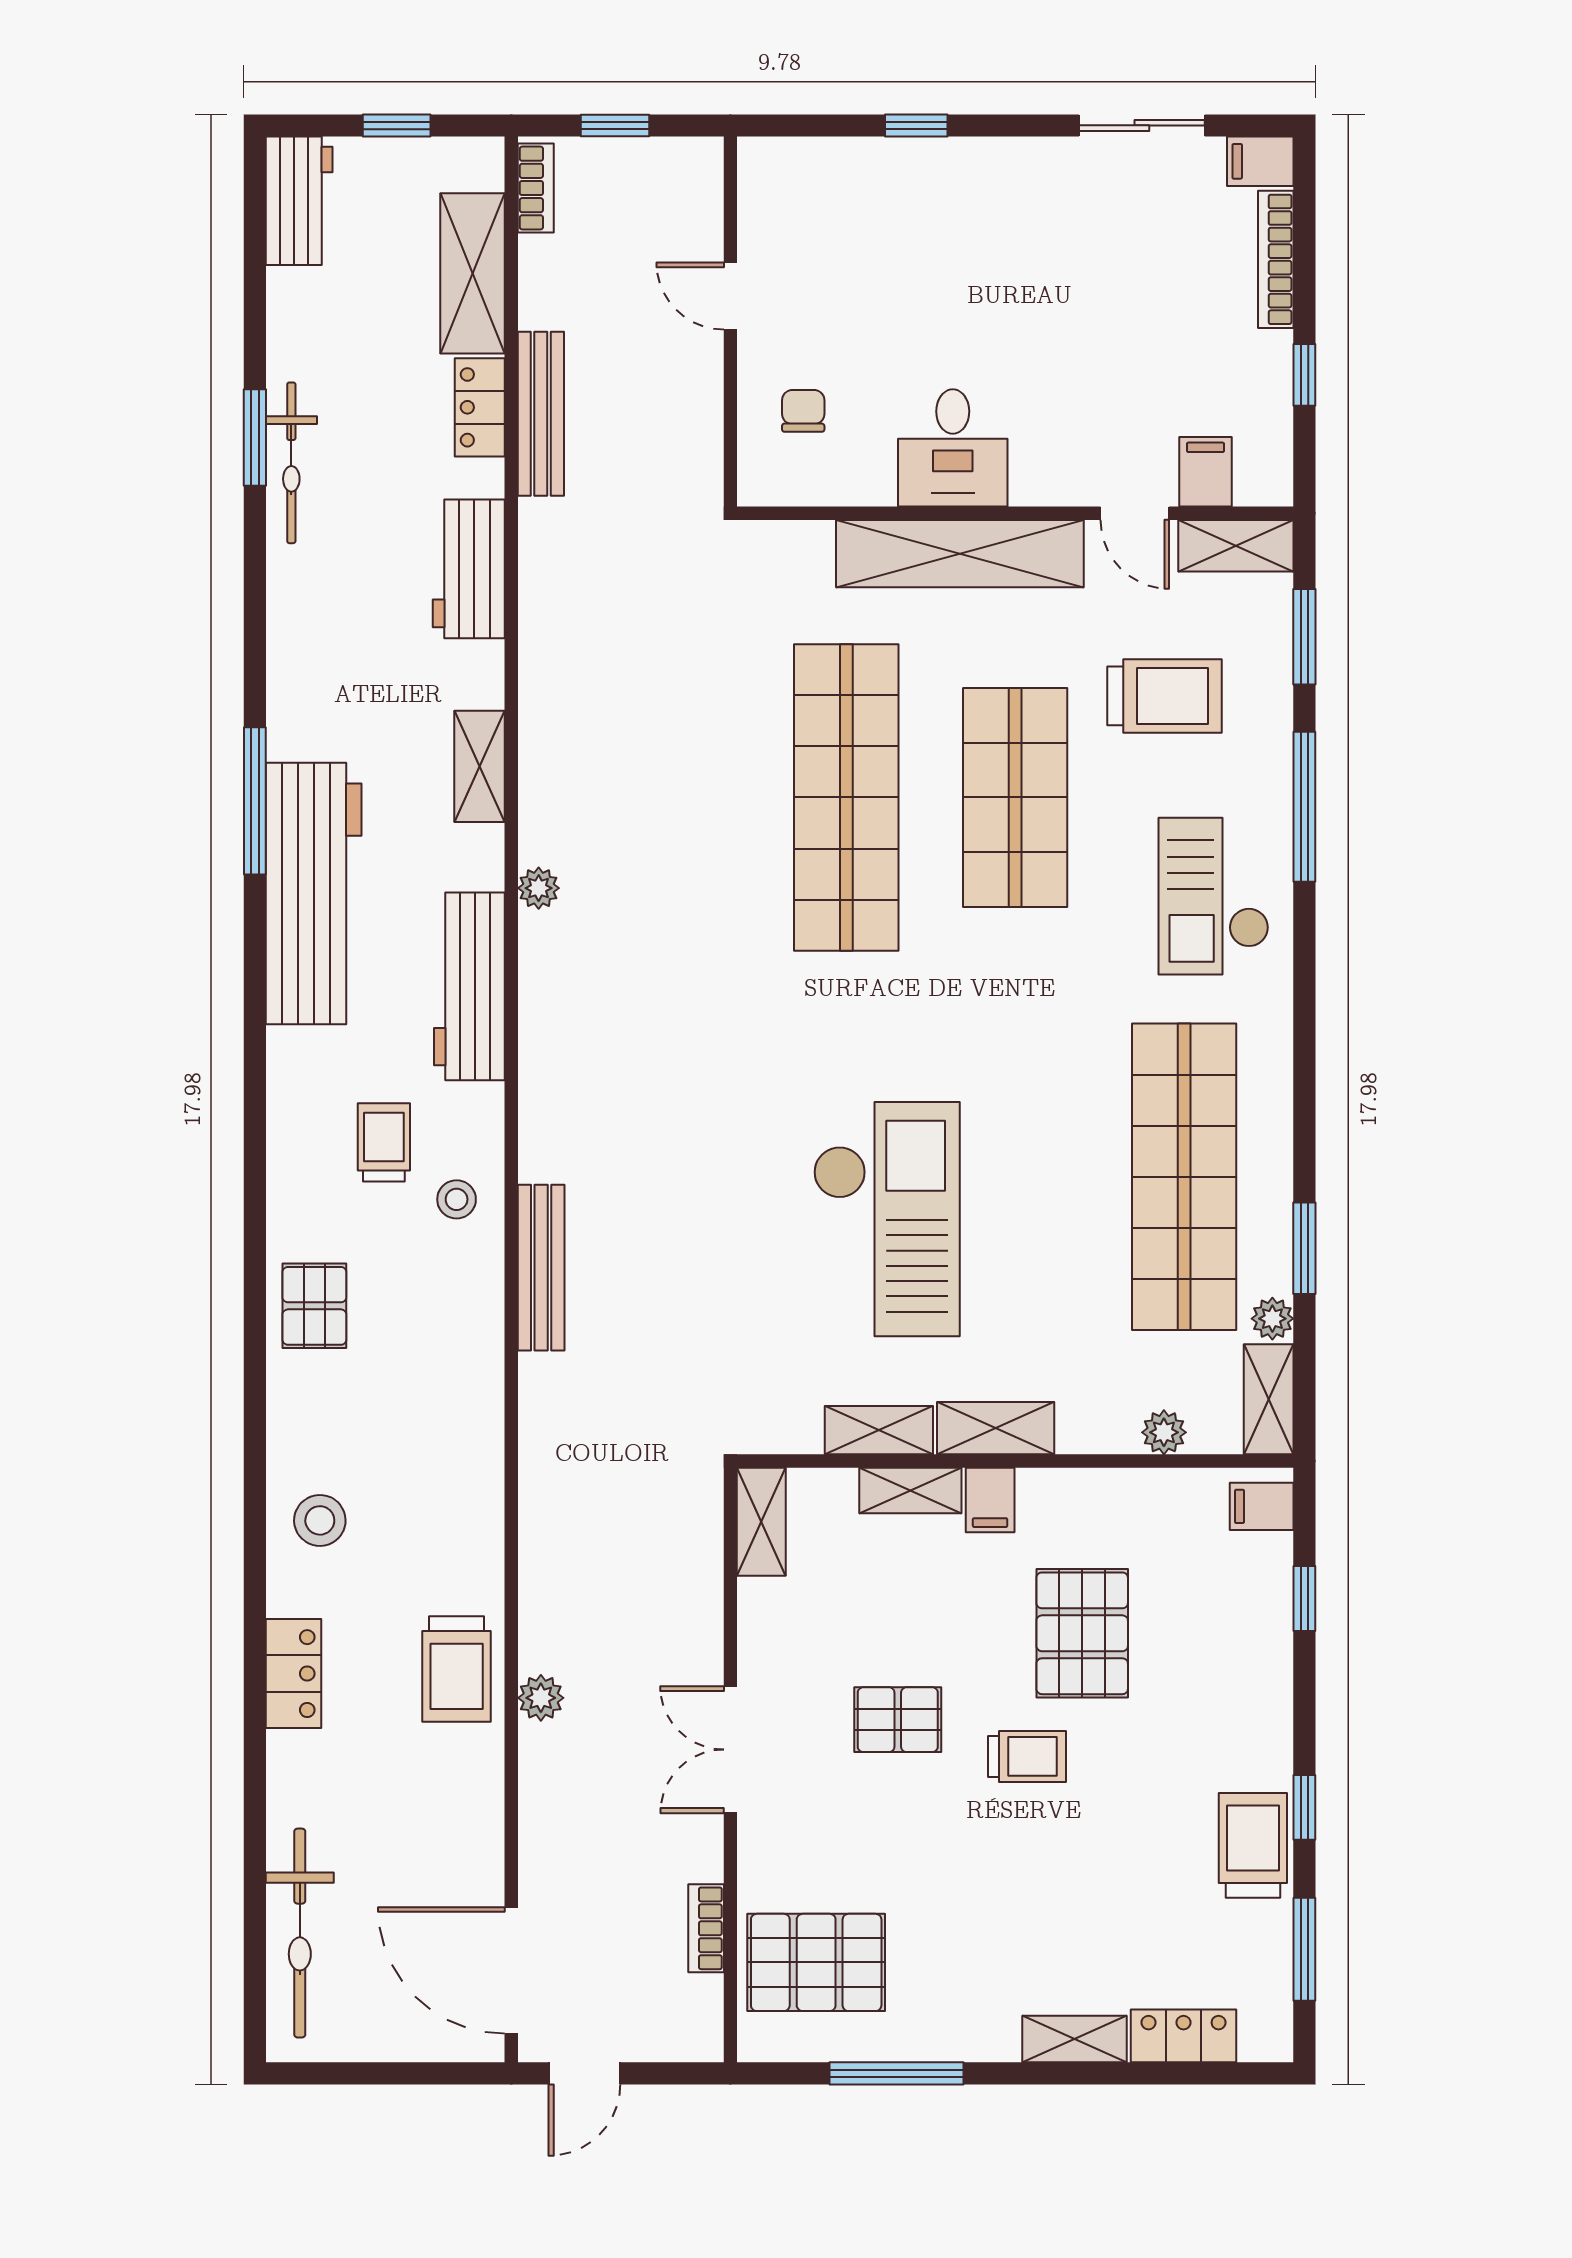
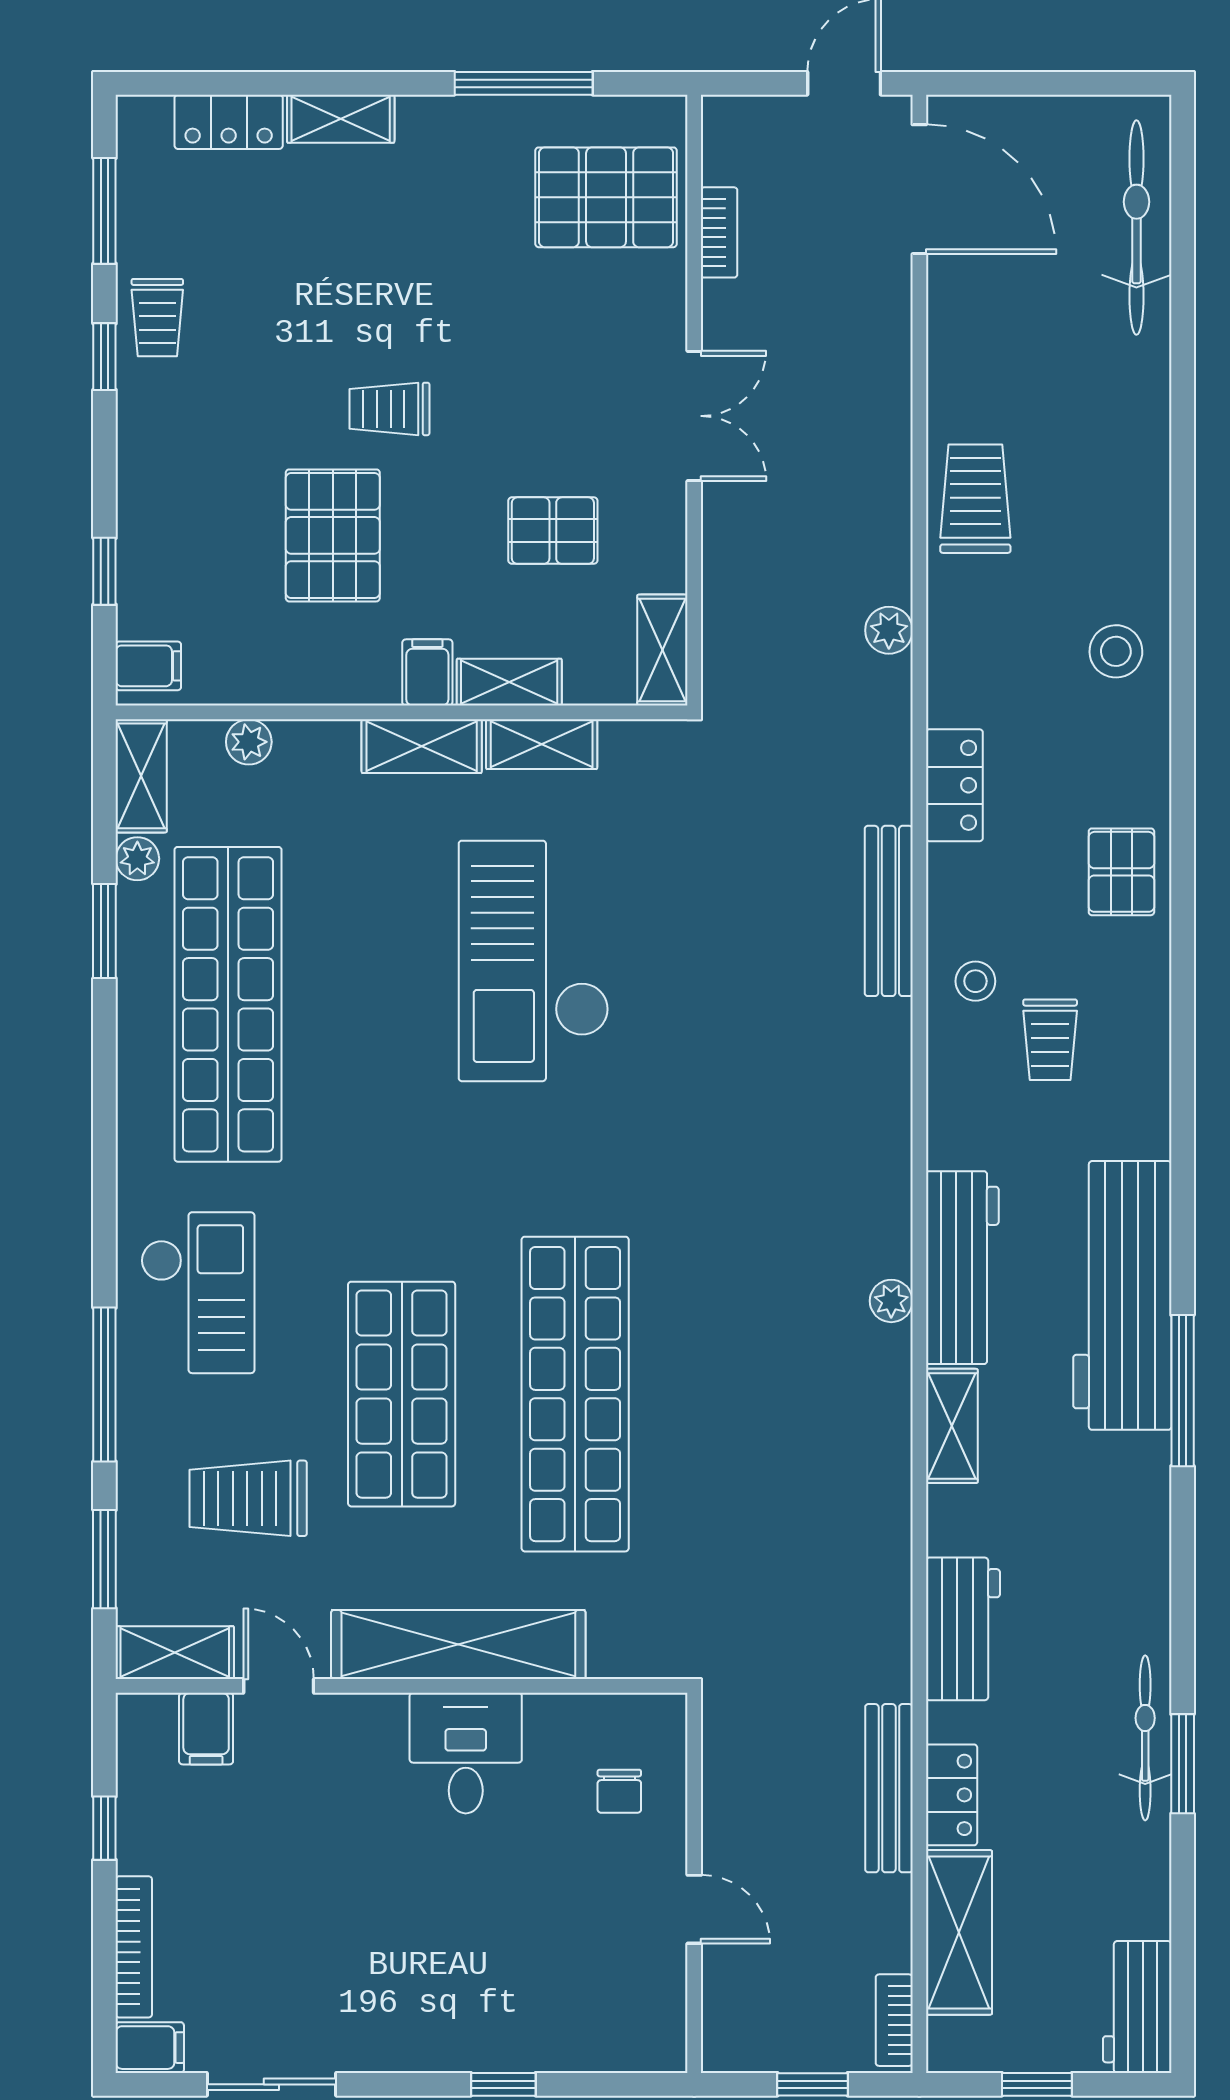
workbench: (469, 986) -> (962, 1268), moved
locker: (293, 1674) -> (954, 785), moved, turned 180
plant: (541, 1698) -> (889, 630), moved
pallet: (898, 1720) -> (553, 531), moved
trolley: (1253, 1845) -> (157, 318), width x0.73, depth x0.72

